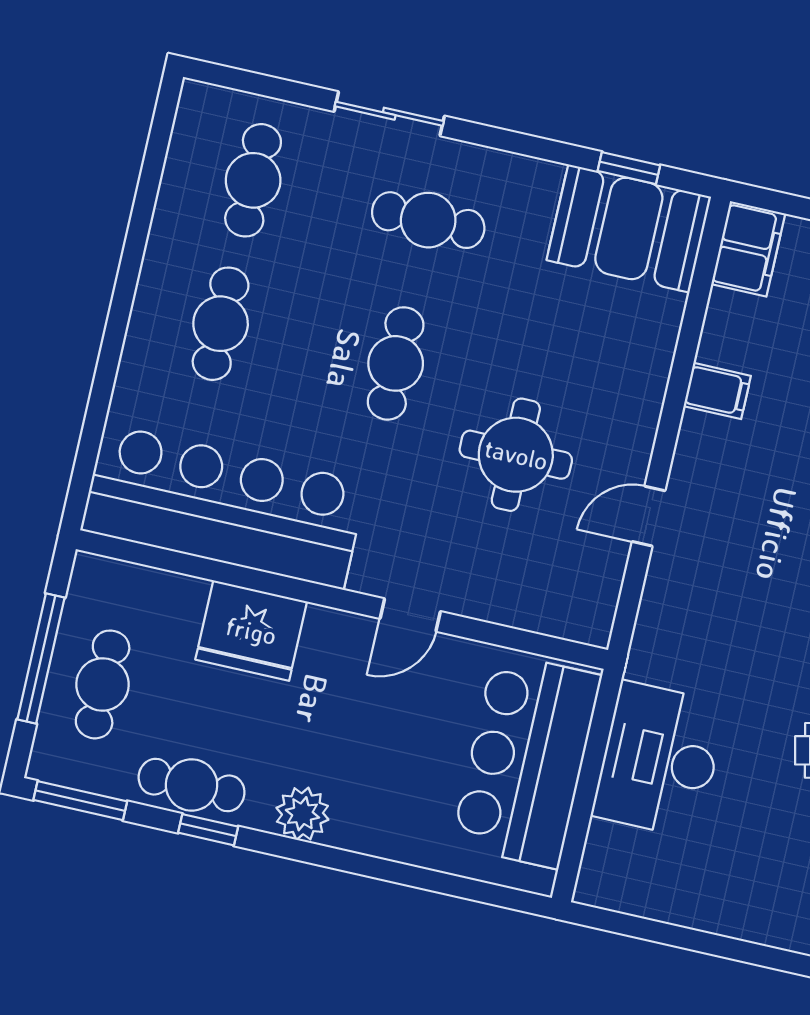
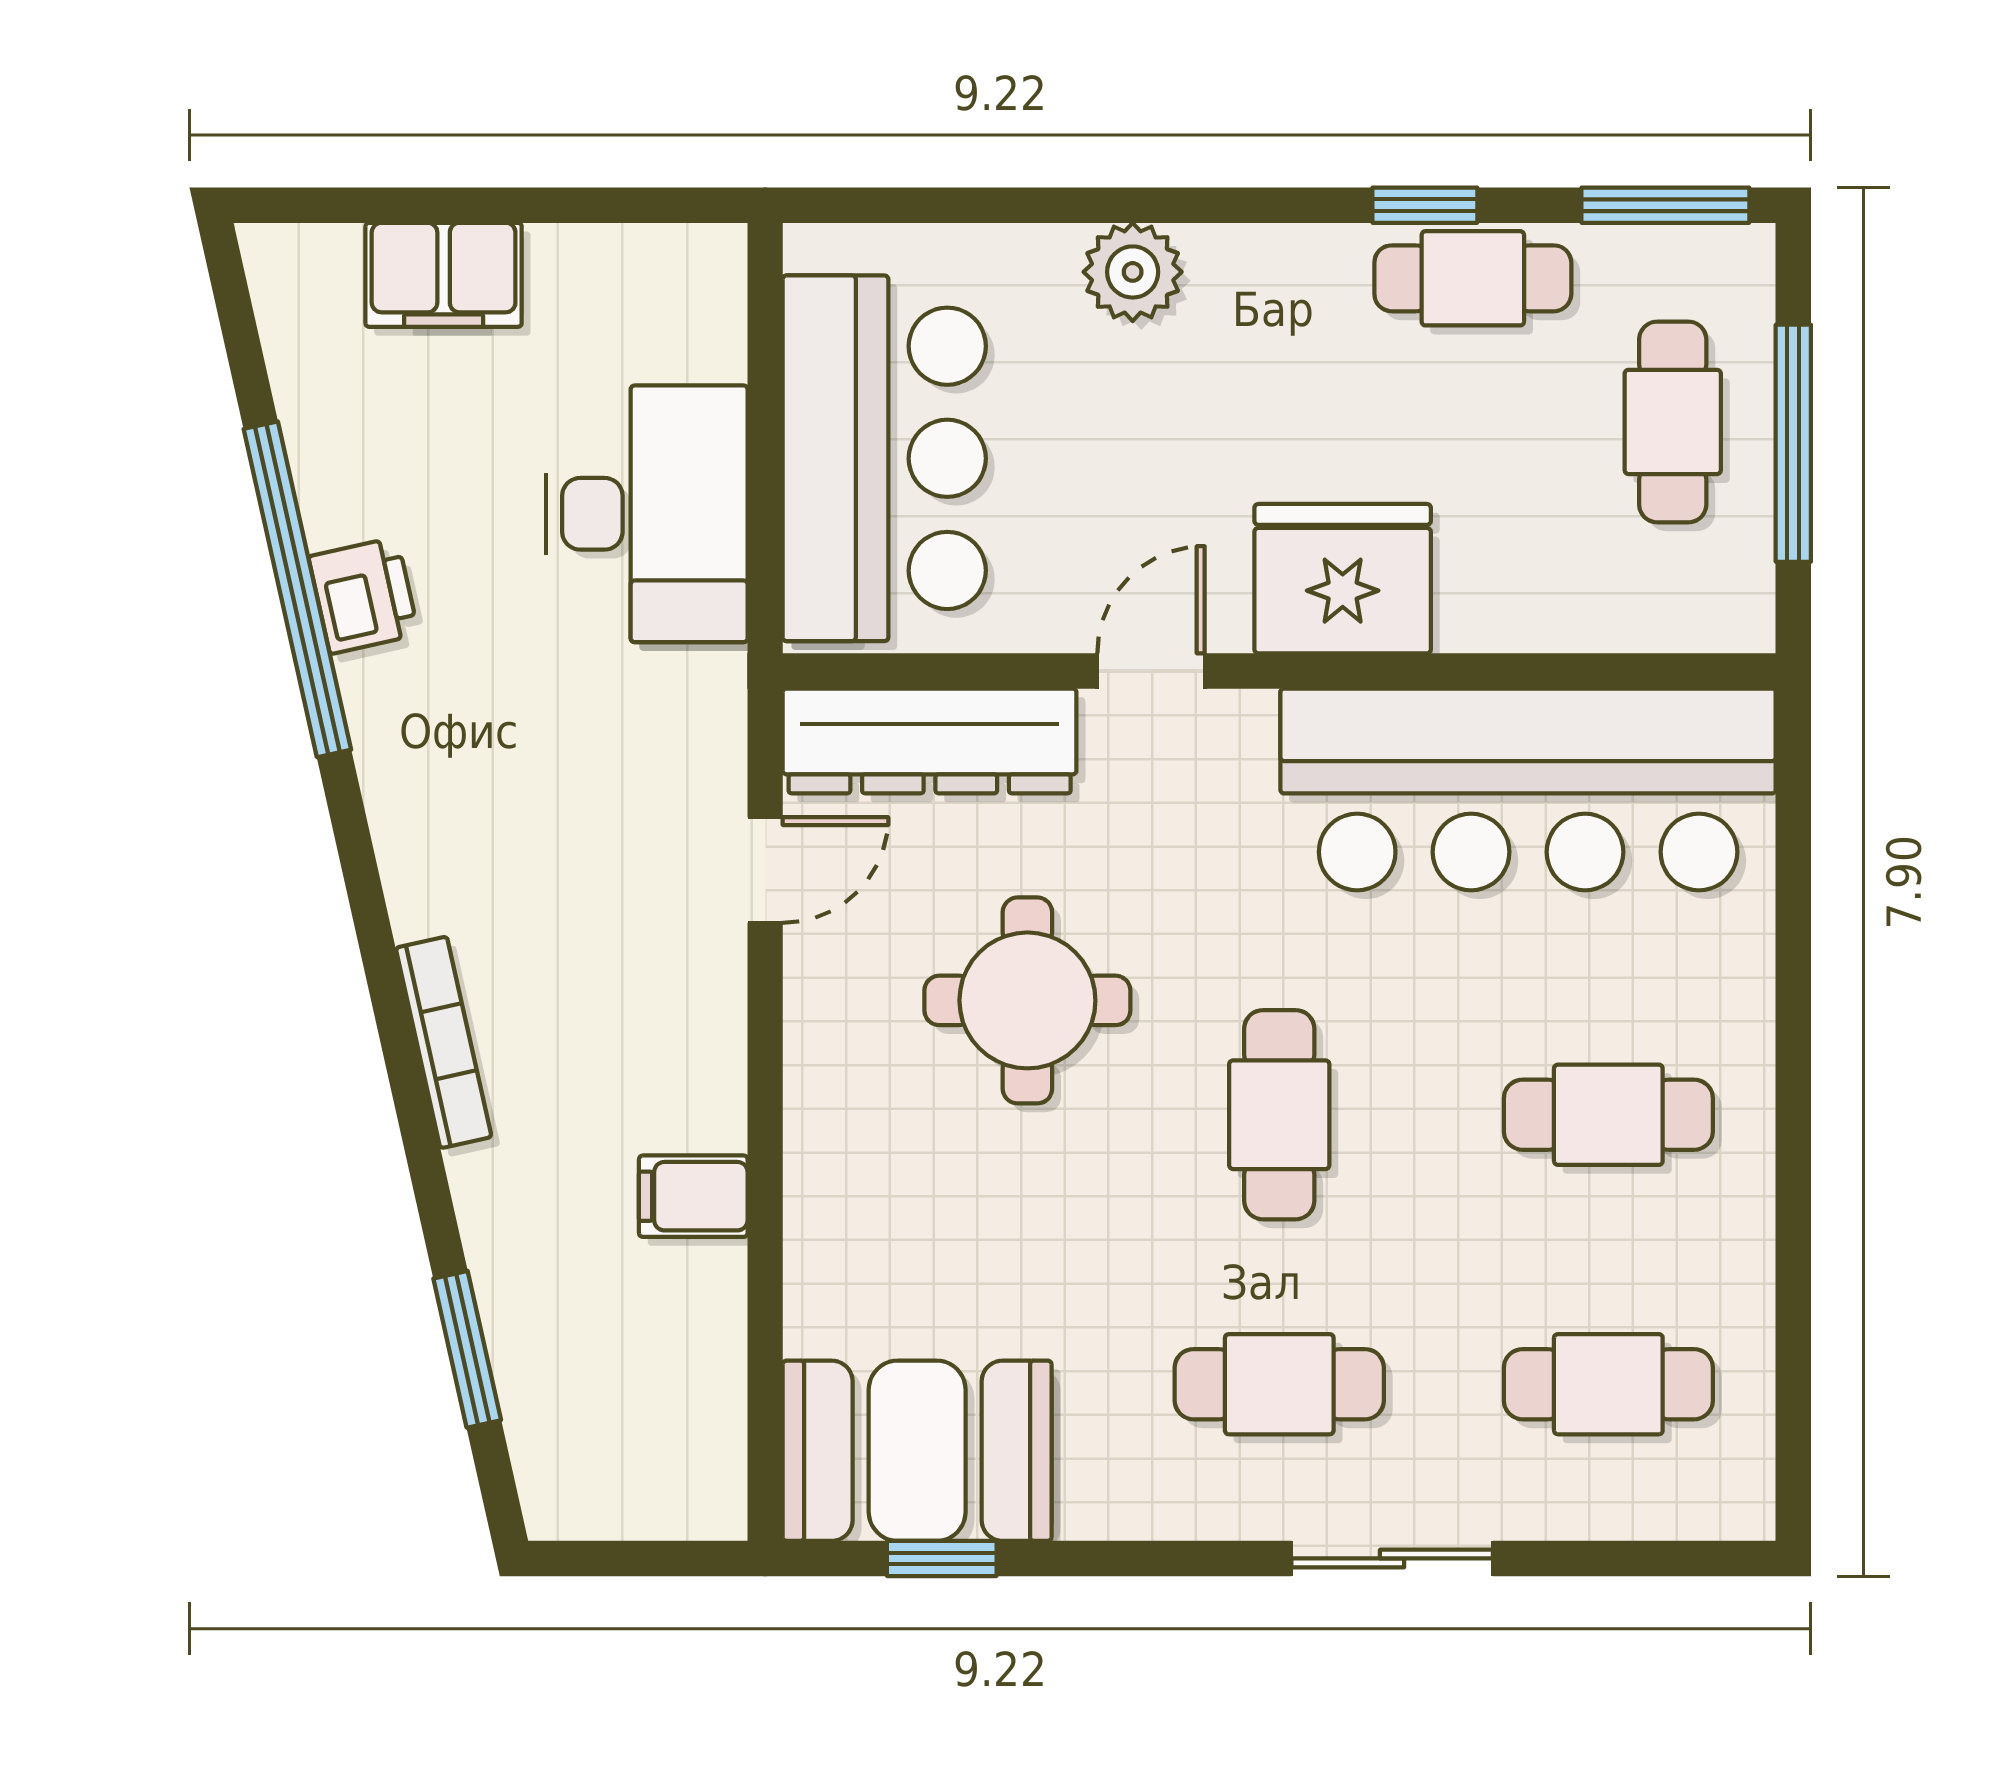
cafe table: (253, 180) -> (1608, 1384), turned 90
filing cabinet: (748, 249) -> (444, 275), moved, turned -90
cafe table: (221, 324) -> (1608, 1115), turned 90
door: (649, 516) -> (765, 870), moved
dresser: (536, 605) -> (930, 741), added
fridge: (251, 631) -> (1343, 579), moved
plant: (302, 814) -> (1133, 272), moved

